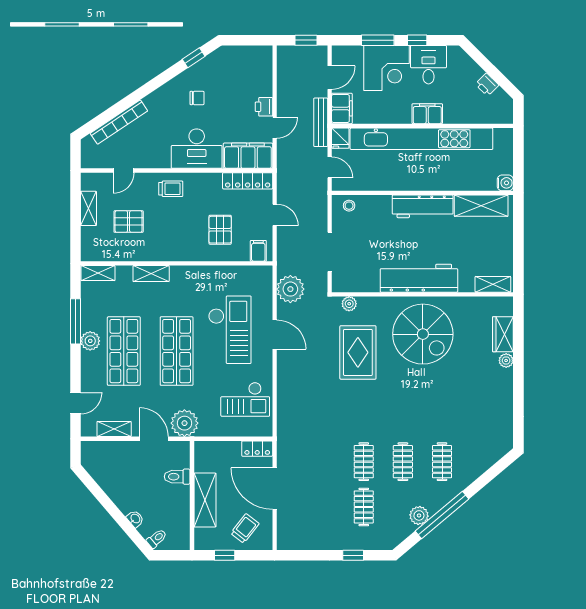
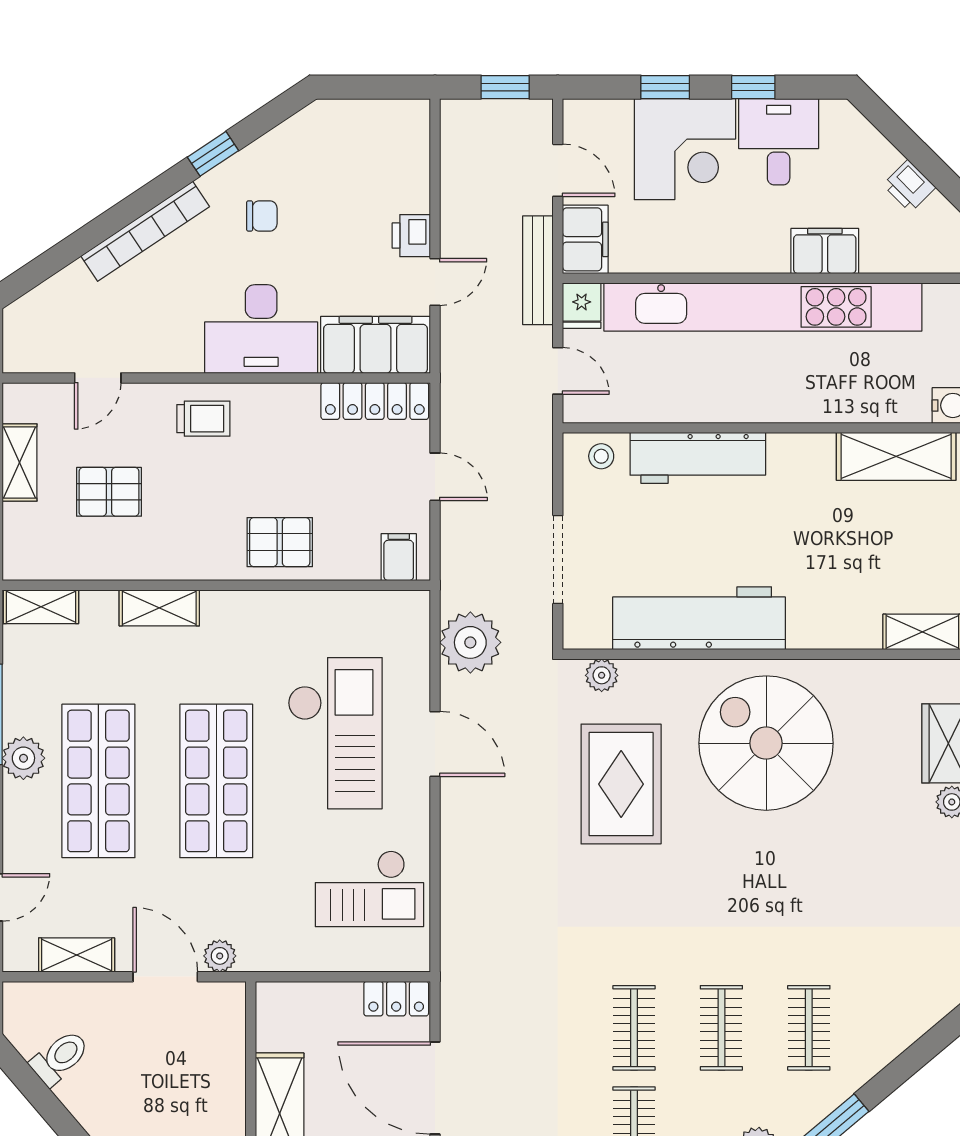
window: (378, 40) -> (665, 87), width x0.67
window: (194, 58) -> (213, 154), moved
door: (330, 78) -> (558, 170), hinge flipped
filing cabinet: (427, 114) -> (825, 251), moved
bookcase: (119, 122) -> (145, 231), moved
workbench: (423, 206) -> (698, 458), moved
pallet: (220, 230) -> (280, 542), moved, turned 90
workbench: (419, 278) -> (699, 618), moved
spiral stairs: (423, 334) -> (766, 743), turned 180
plant: (184, 423) -> (220, 956), width x0.53, depth x0.53
toilet: (177, 477) -> (60, 1058), moved, turned 140

